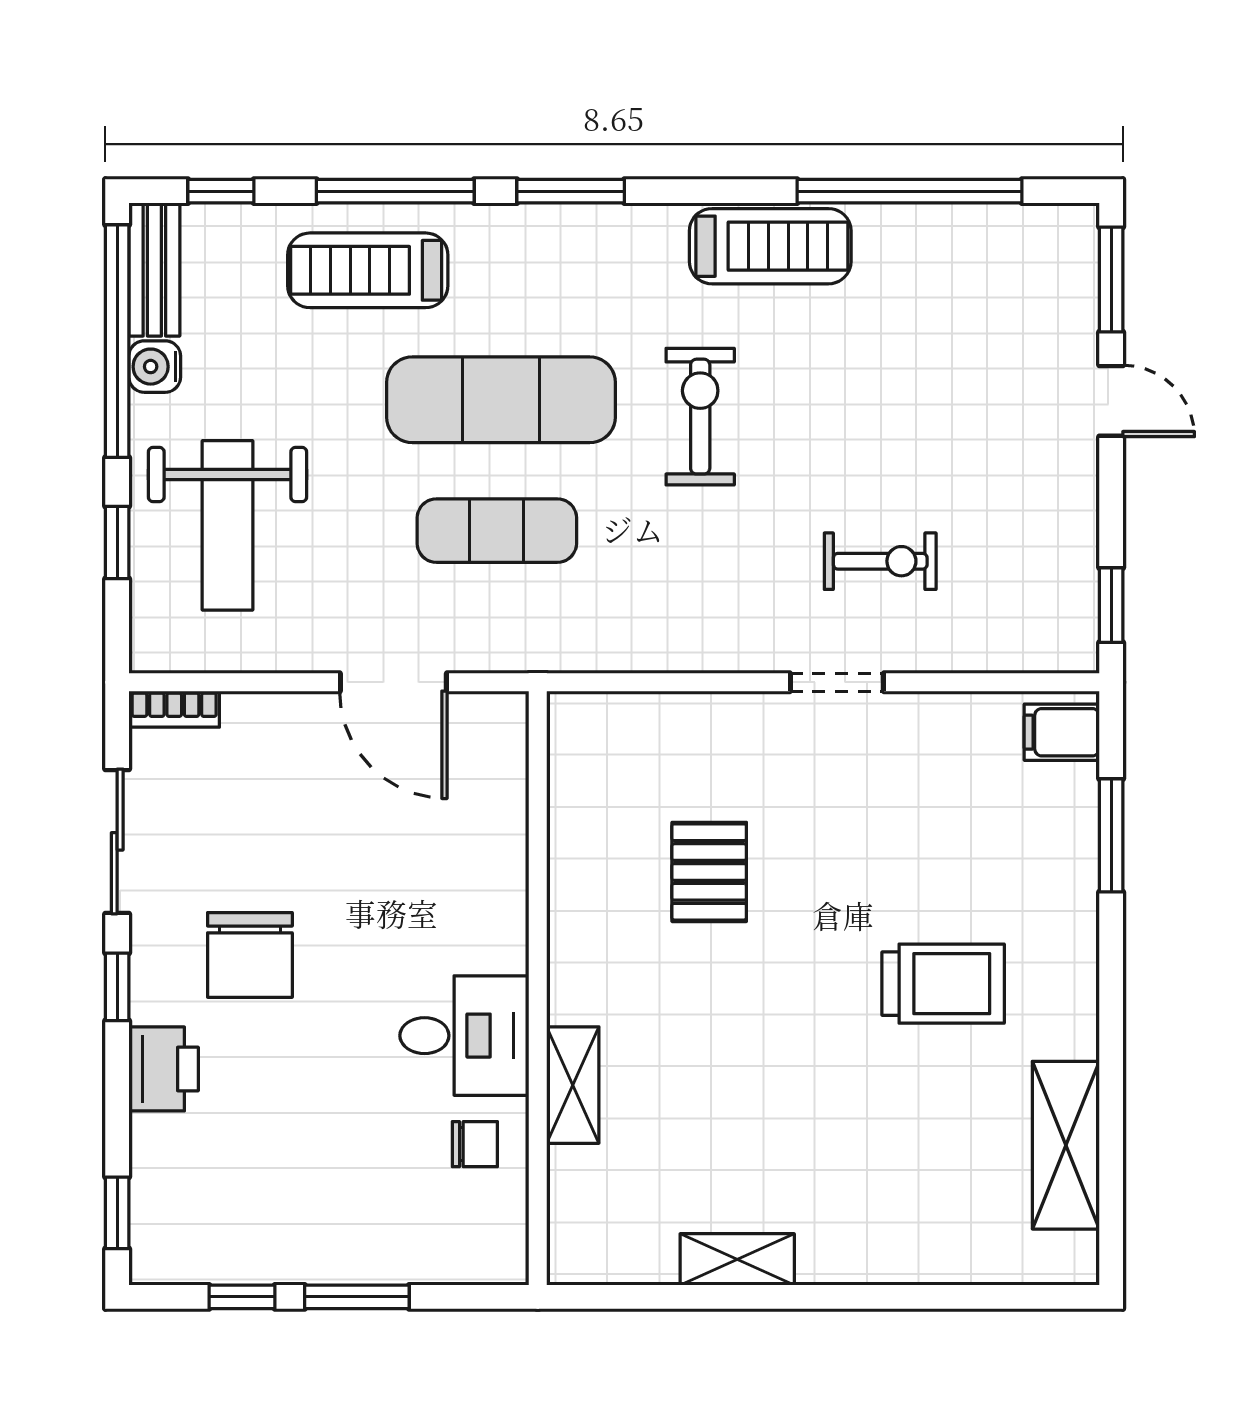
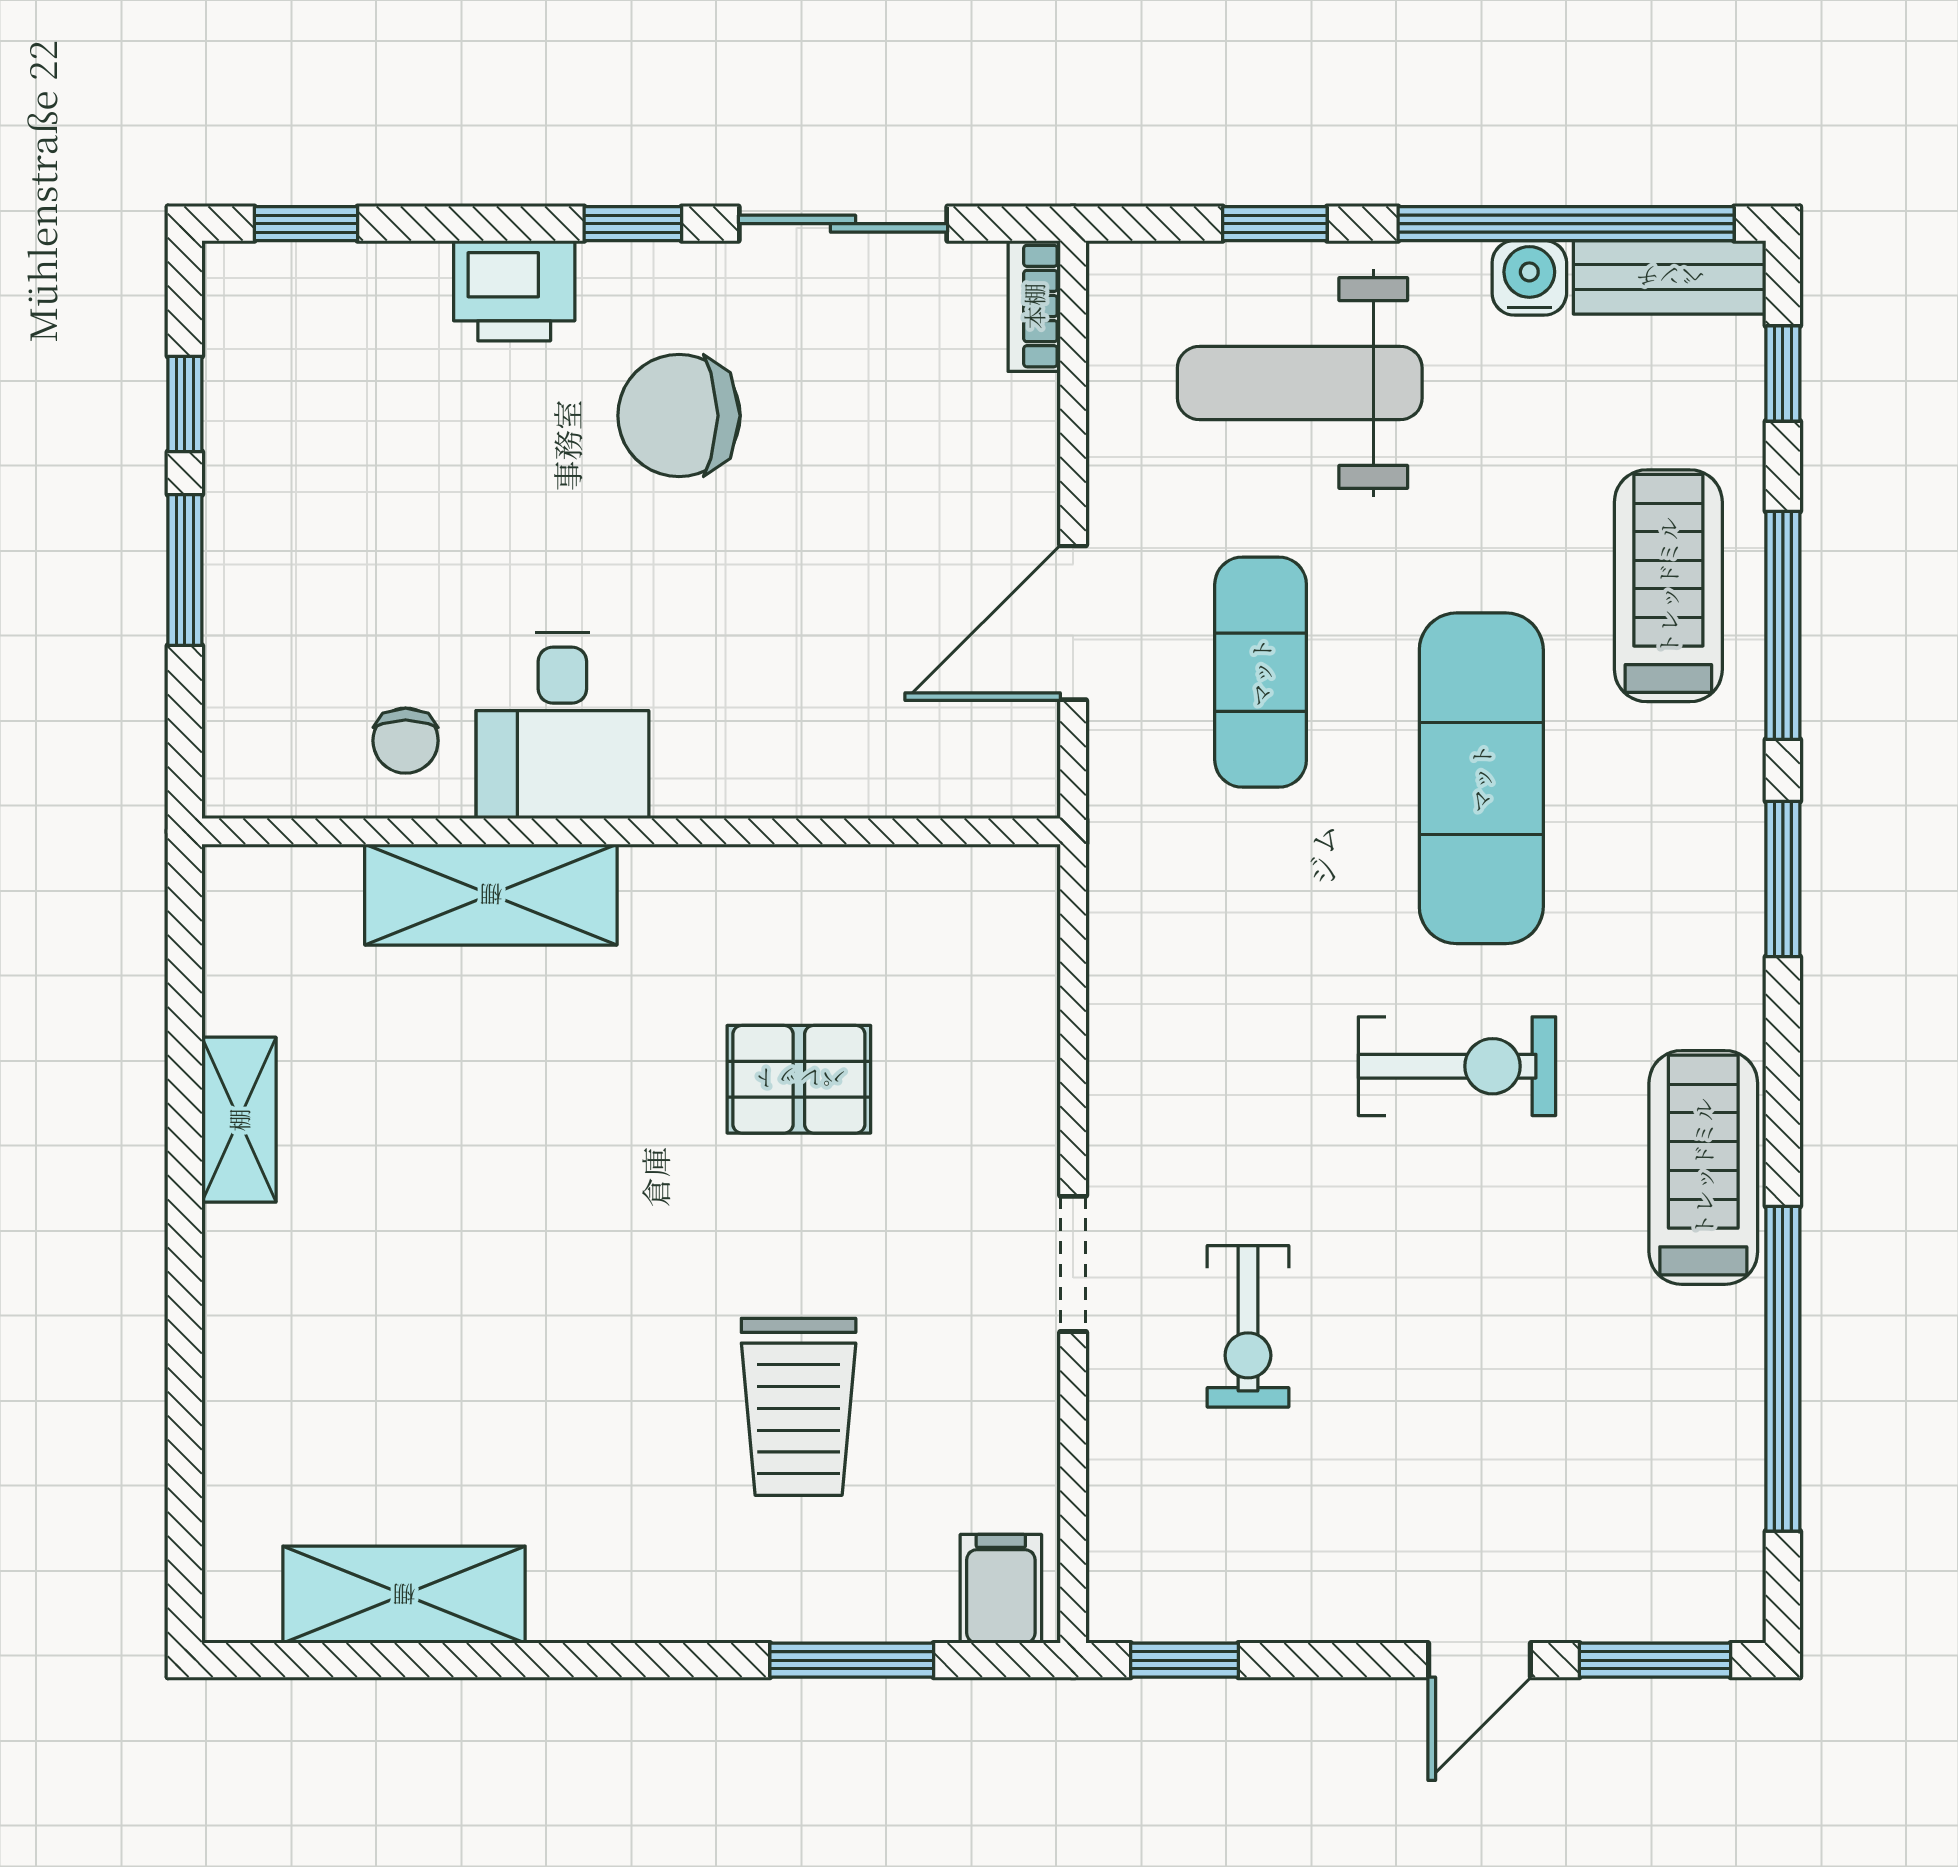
treadmill: (770, 246) -> (1703, 1167), turned 180
exercise mat: (497, 531) -> (1261, 672), moved
trolley: (943, 984) -> (799, 1407), moved
shelving: (573, 1085) -> (491, 895), width x1.50, depth x1.33

